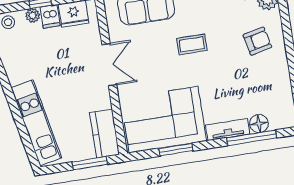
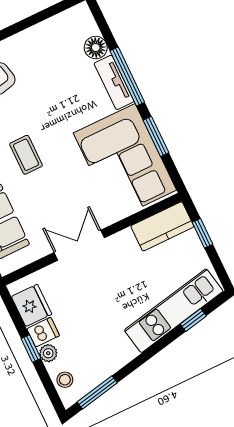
window: (25, 136) -> (193, 320), added
window: (252, 138) -> (127, 76), moved
window: (90, 163) -> (202, 233), width x0.67

